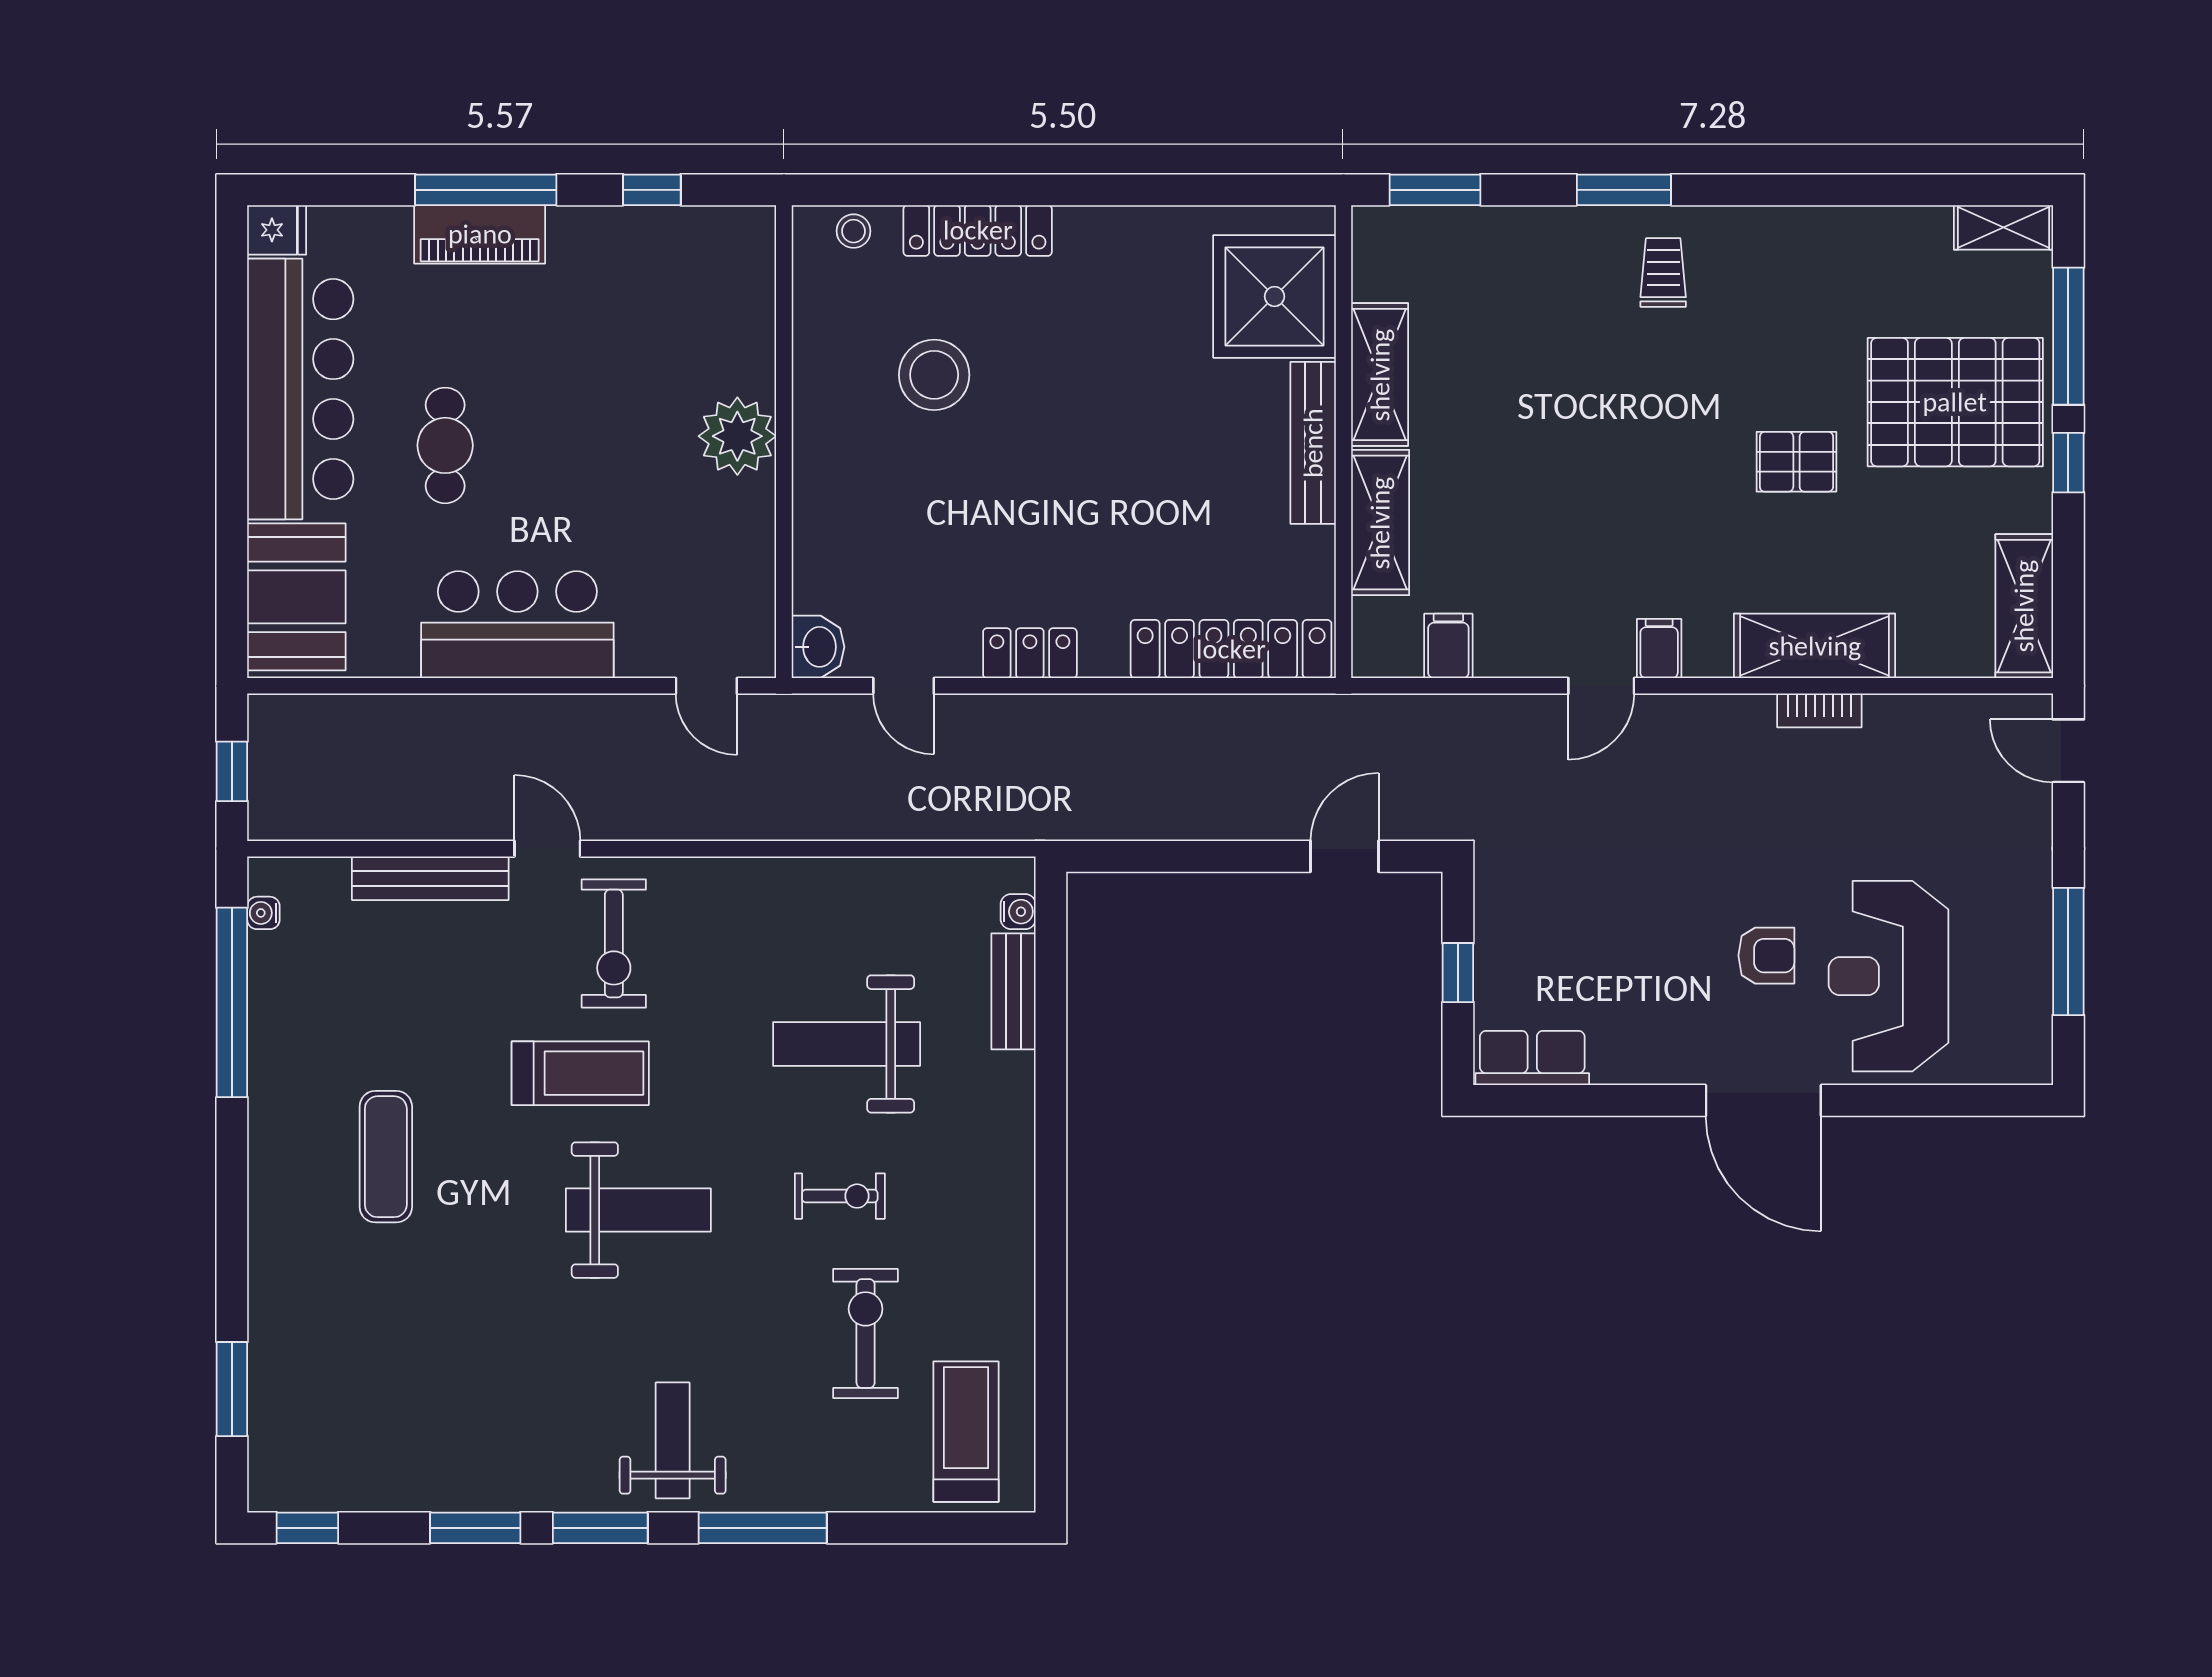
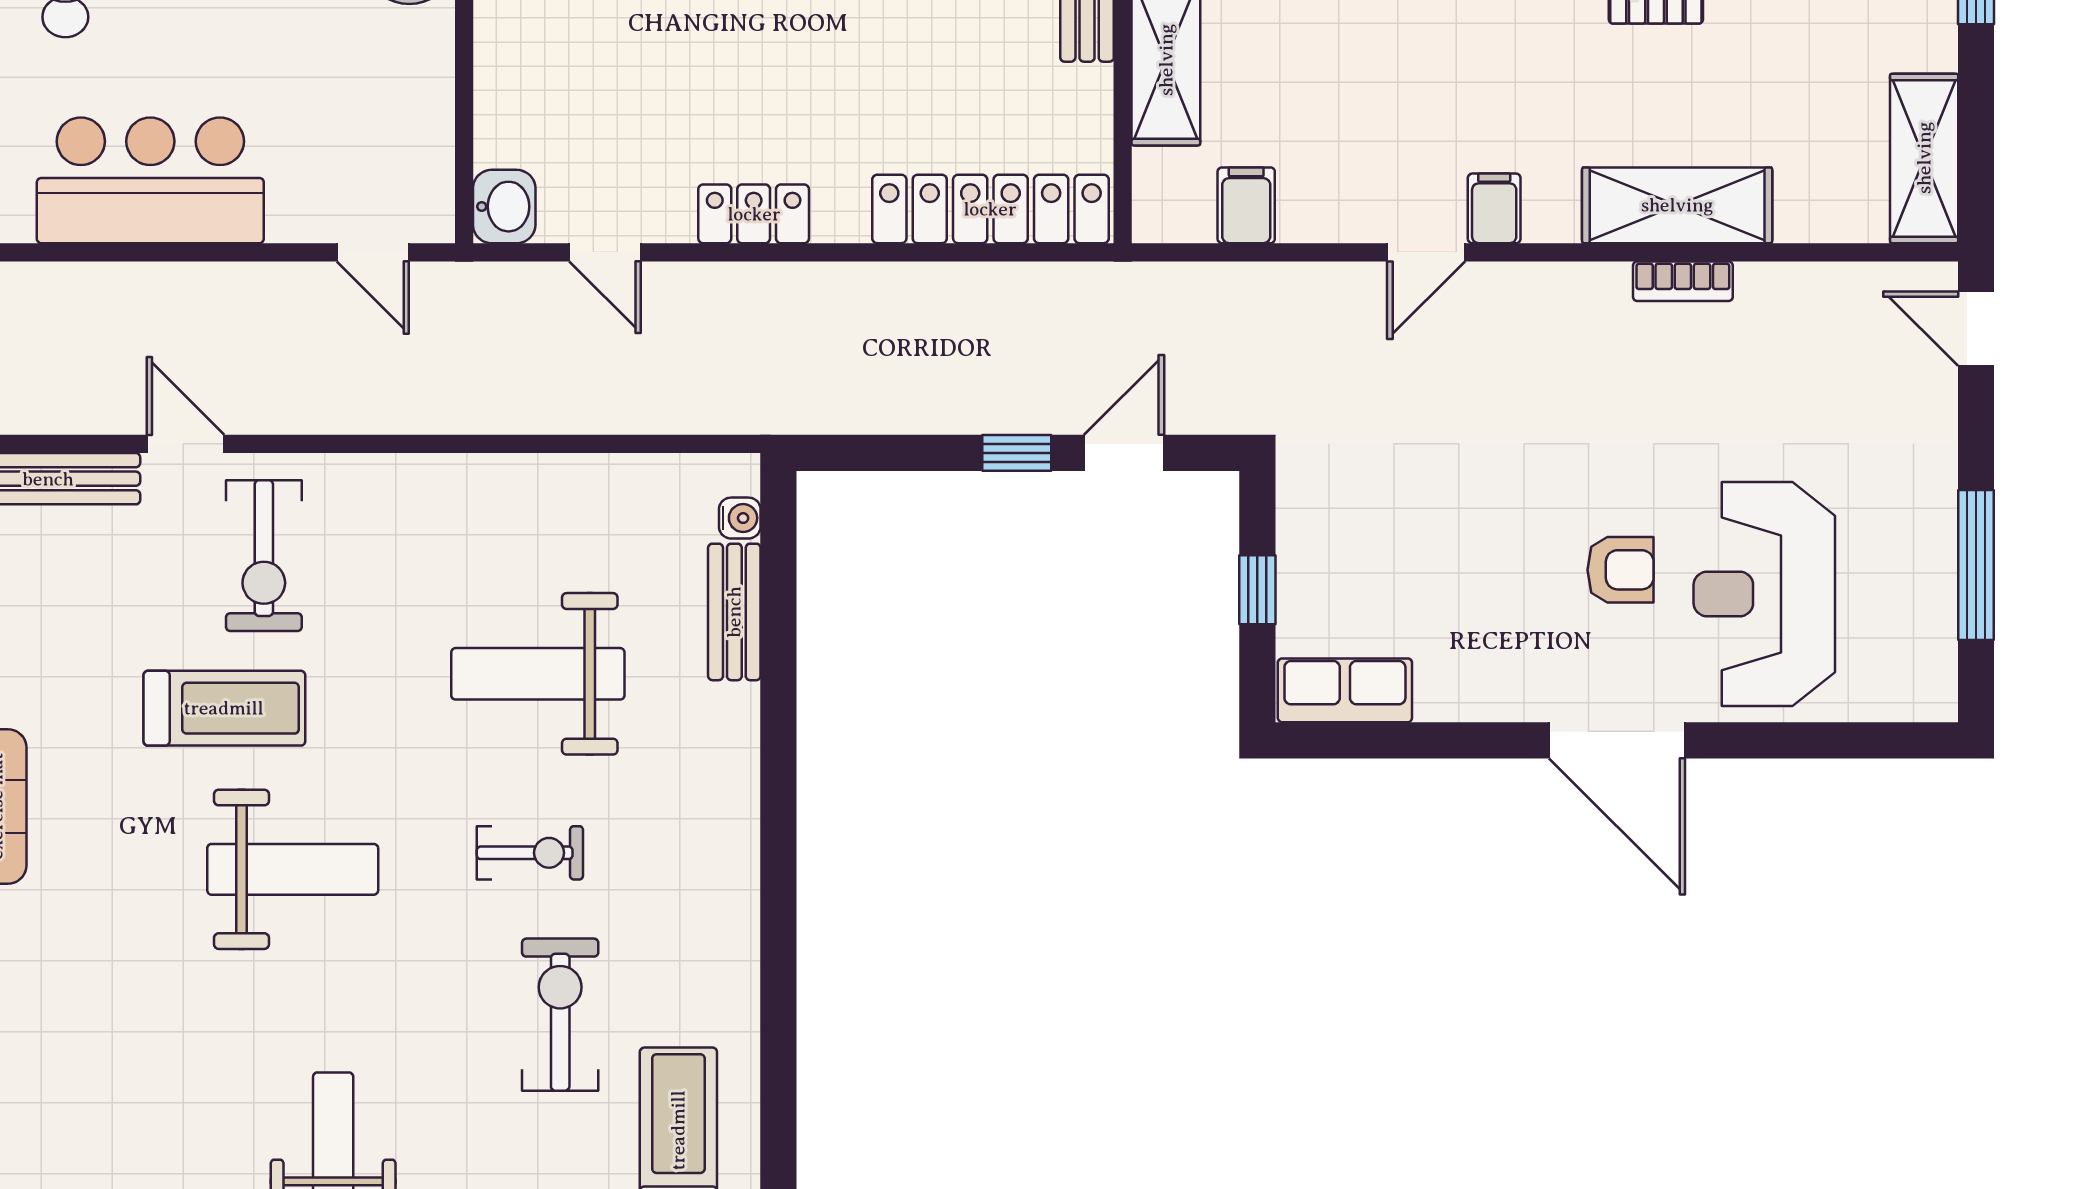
window: (1254, 856) -> (1017, 453), added

